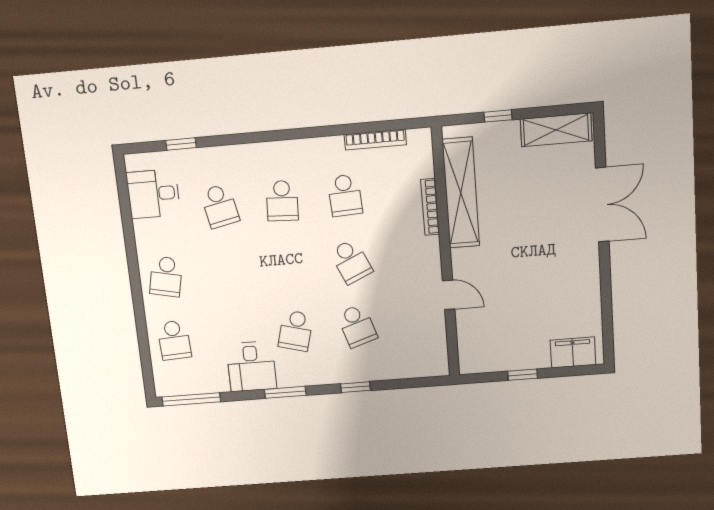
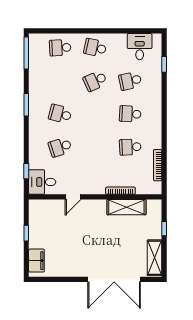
shelving: (461, 193) -> (126, 207), width x0.68
double door: (602, 205) -> (114, 279), width x1.36
school desk: (351, 261) -> (95, 81), moved
desk: (251, 366) -> (42, 182), moved
window: (356, 387) -> (26, 171), moved

